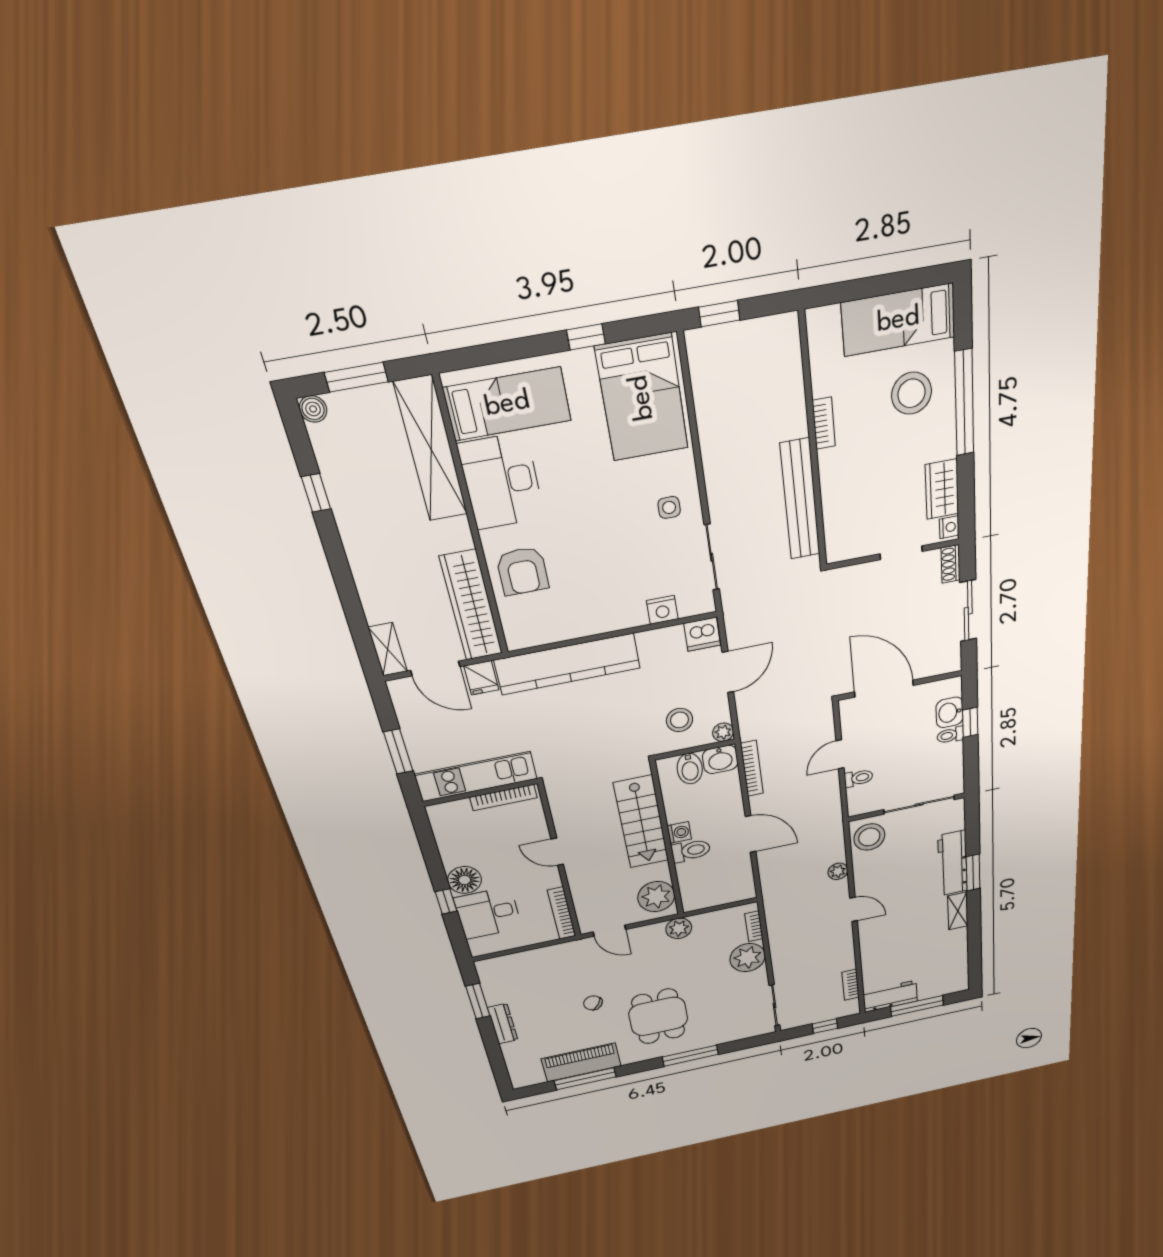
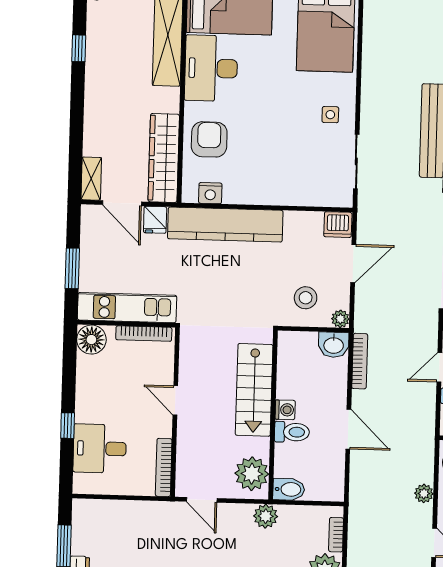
armchair: (522, 571) -> (209, 139), turned 180
nightstand: (662, 610) -> (210, 193), moved
bidet: (690, 769) -> (289, 489), moved, turned -90
floor lamp: (465, 880) -> (91, 340), moved

